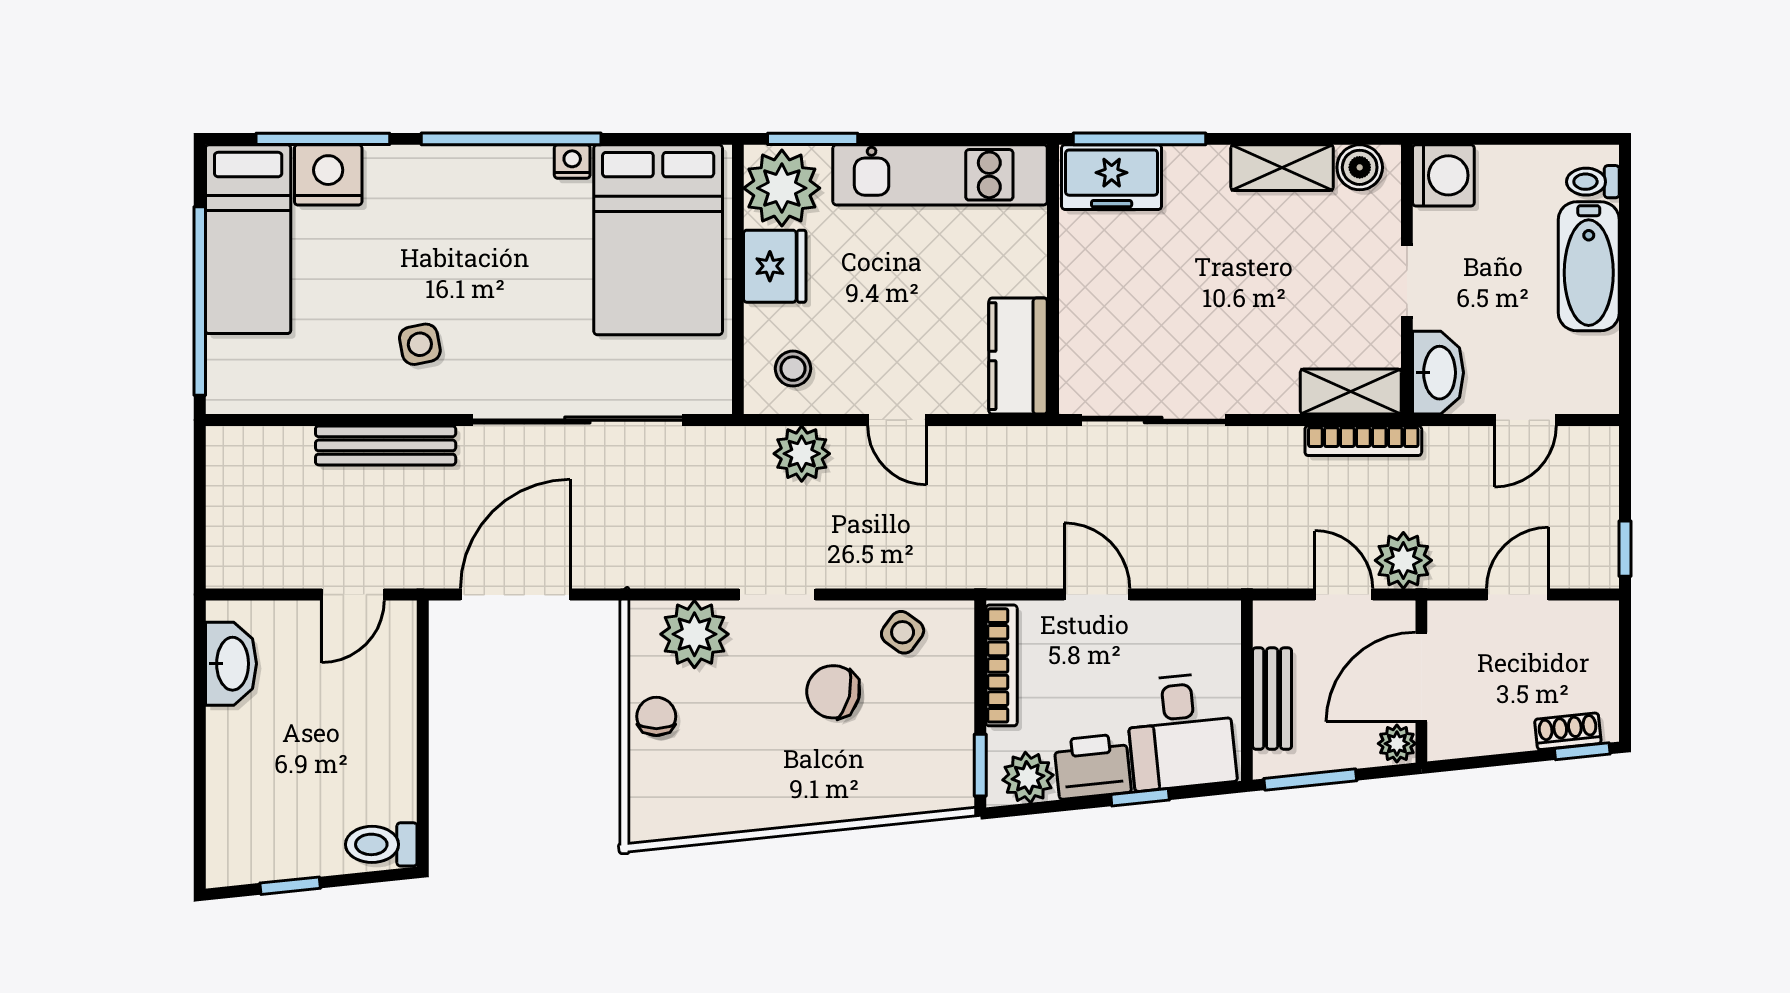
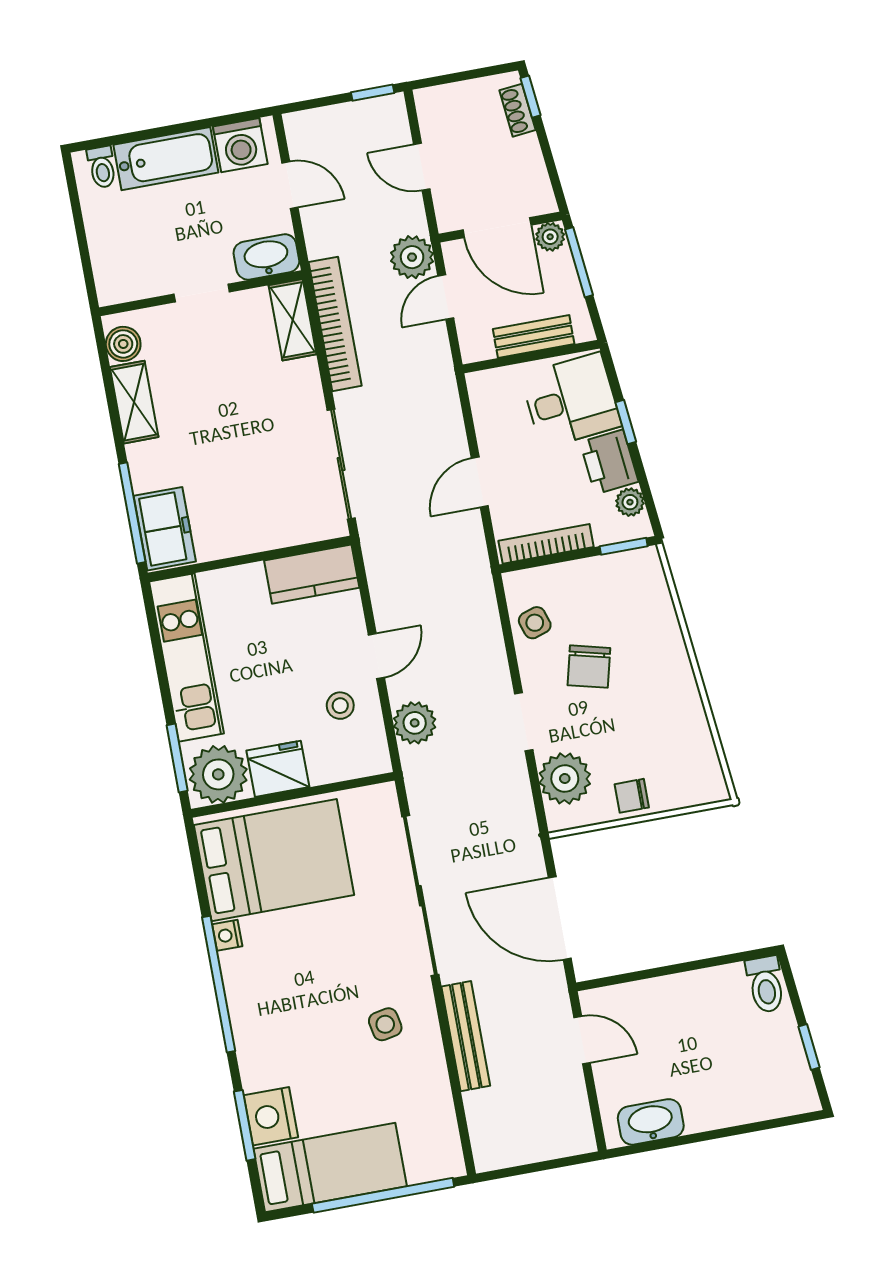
window: (323, 139) -> (245, 1125), width x0.69
washing machine: (1443, 175) -> (240, 145), moved, turned 180
stool: (793, 369) -> (340, 706), moved
bookcase: (1363, 441) -> (335, 324), width x1.48, depth x1.31
side table: (903, 632) -> (535, 623), turned 36
plant: (1028, 778) -> (630, 502), width x0.73, depth x0.73
window: (1310, 780) -> (579, 262), moved

